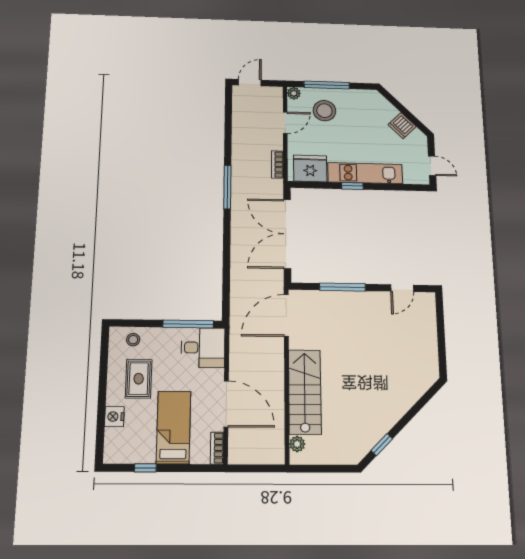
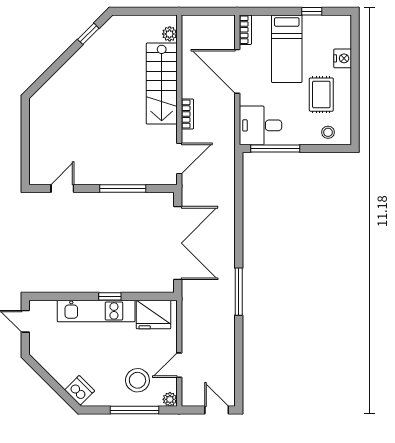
door: (250, 83) -> (217, 410), swing flipped
dishwasher: (402, 126) -> (80, 390), moved
bookcase: (277, 164) -> (187, 114), moved
door: (286, 316) -> (179, 159), width x0.73

